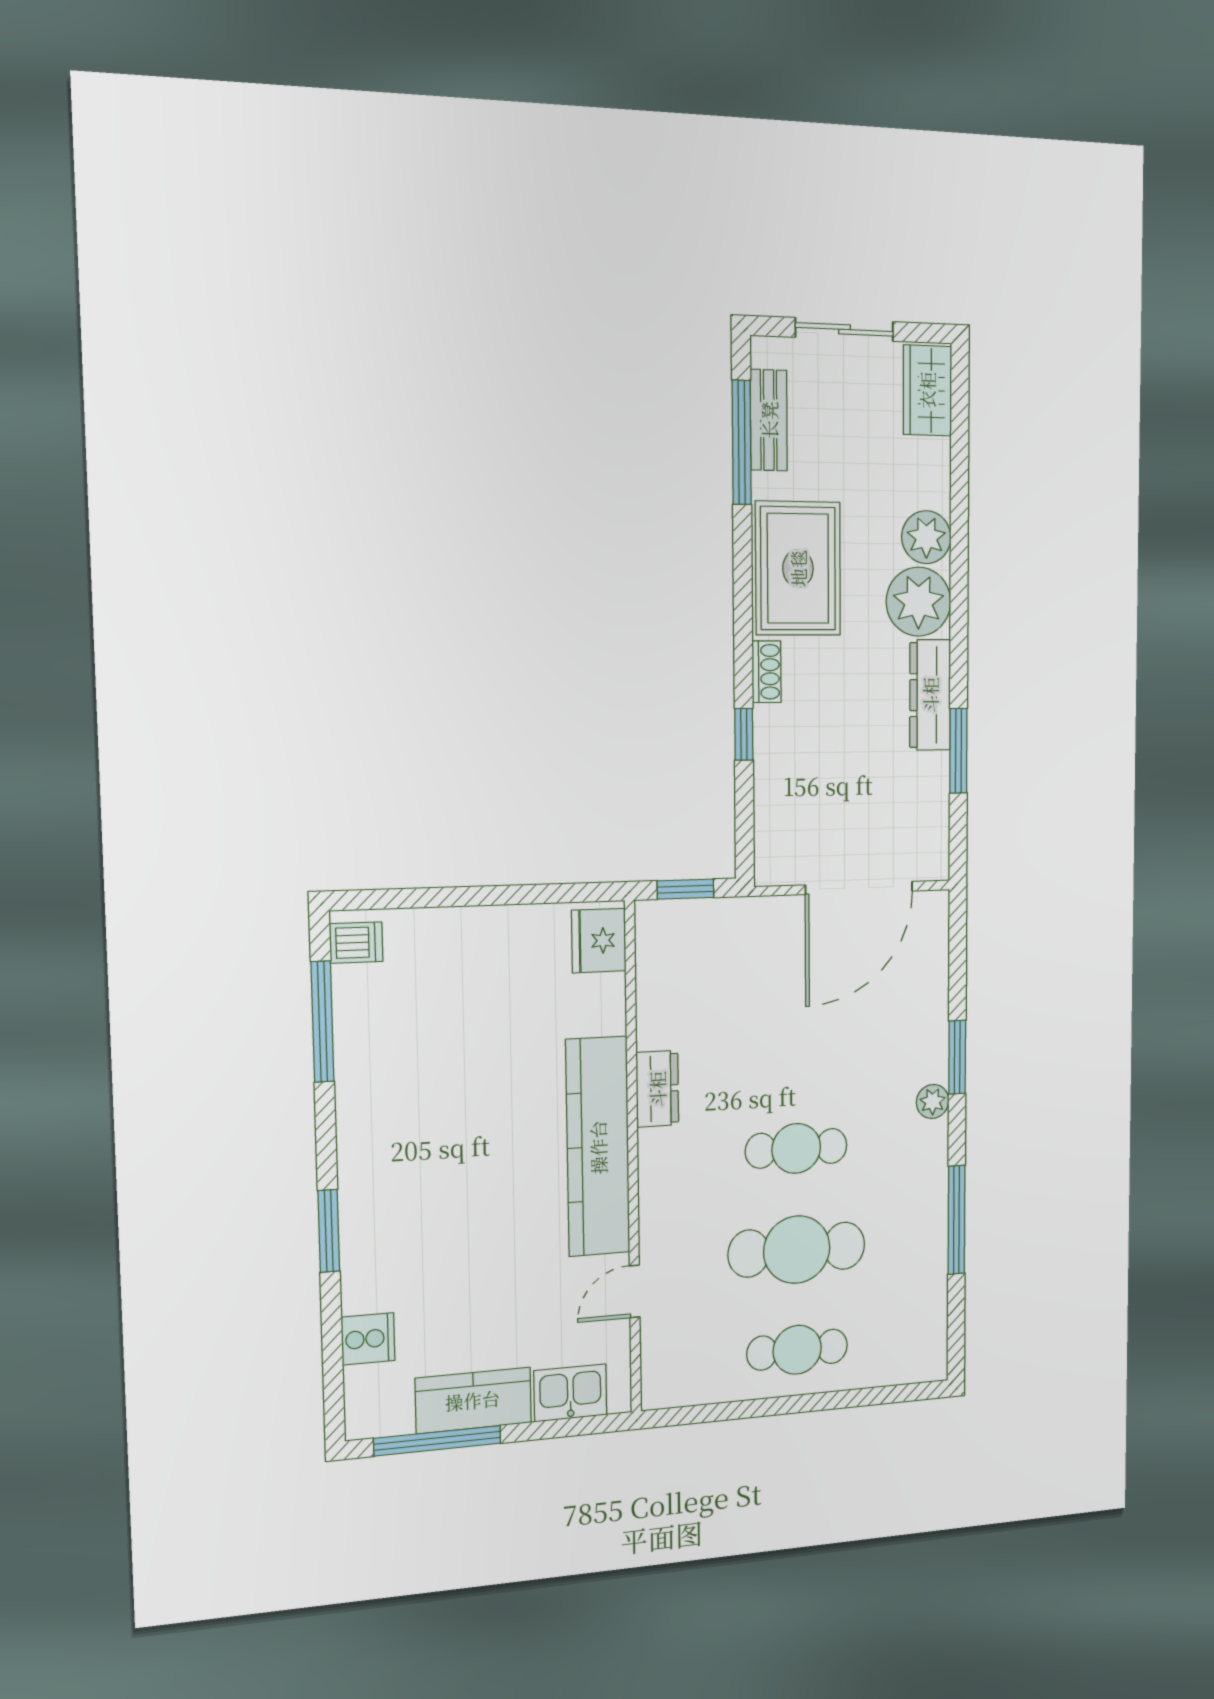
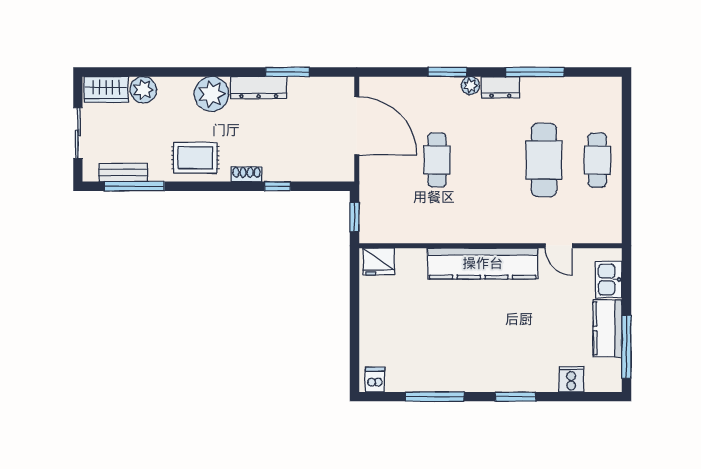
plant: (926, 537) -> (143, 90), moved
rug: (798, 568) -> (195, 158), width x0.73, depth x0.70
window: (322, 1022) -> (435, 397), moved
dresser: (657, 1089) -> (500, 87), moved, turned 180
cafe table: (796, 1148) -> (437, 160), moved

